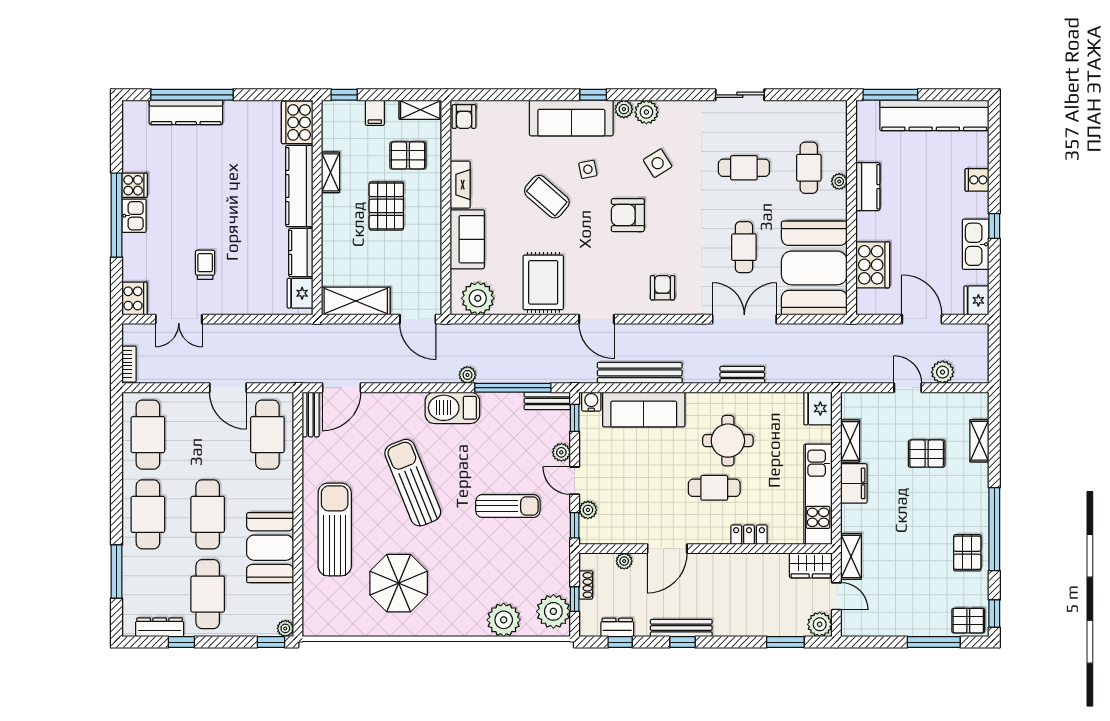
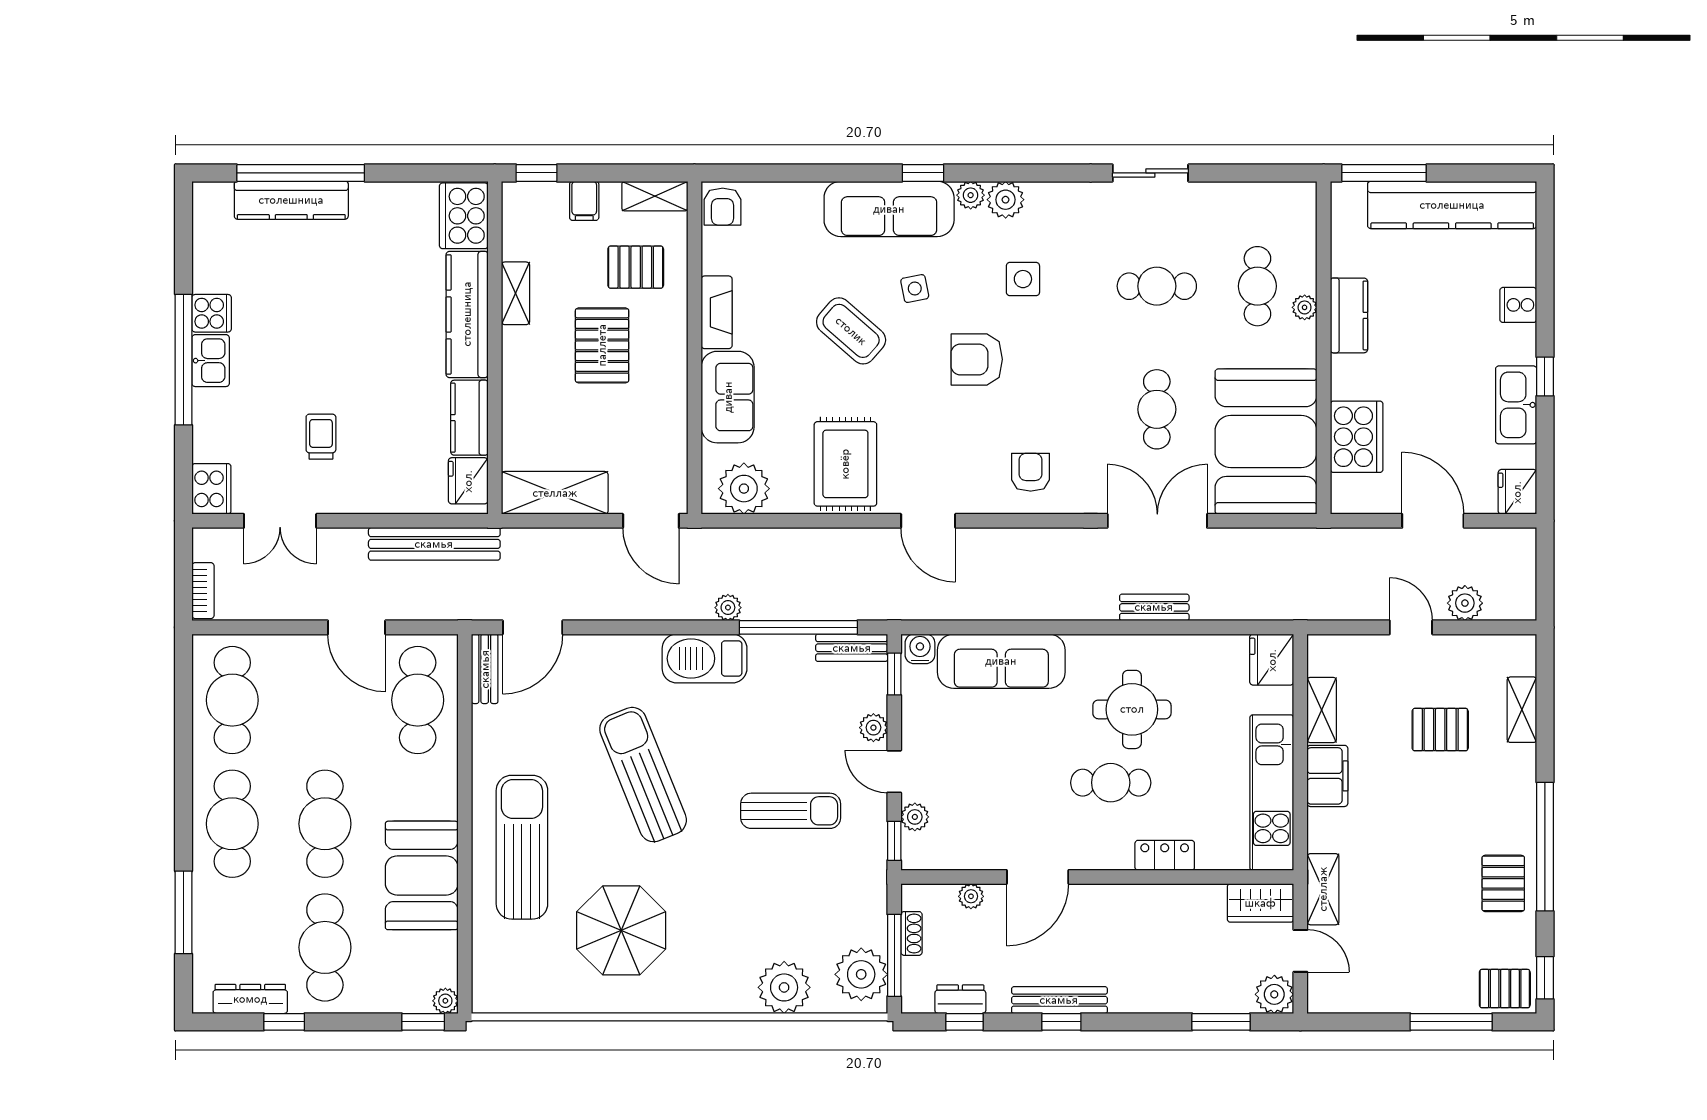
side table: (658, 163) -> (1023, 279), turned 32
bench: (640, 373) -> (434, 544), moved
window: (575, 599) -> (894, 955), width x2.17

